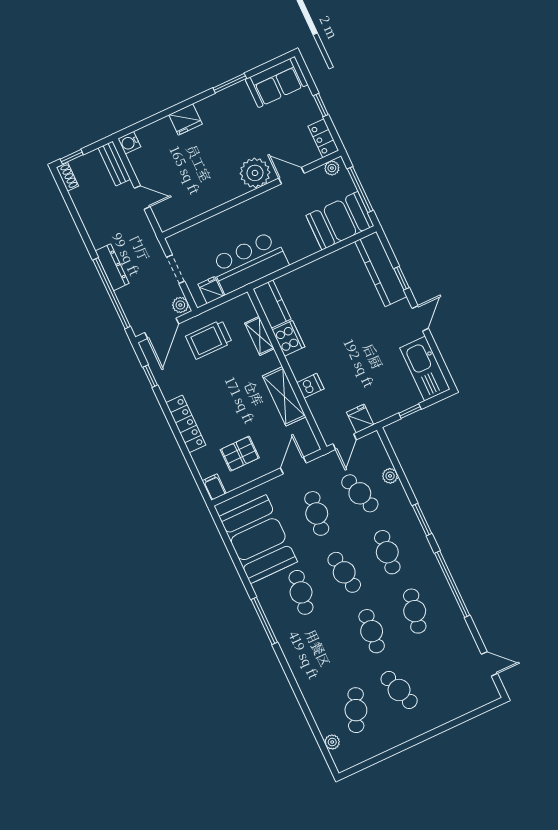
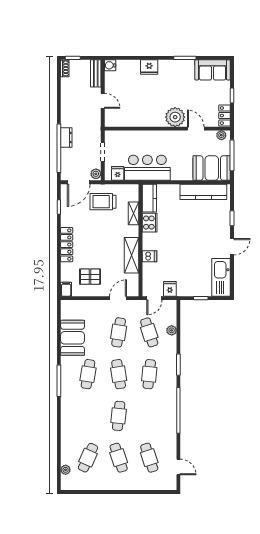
dresser: (112, 267) -> (66, 138), width x0.70
kitchen counter: (381, 269) -> (203, 192), moved, turned -90
booth: (258, 539) -> (73, 338), width x0.73, depth x0.70
cafe table: (415, 611) -> (149, 458), moved, turned -30

